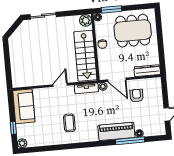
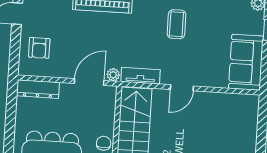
door: (117, 80) -> (89, 82), hinge flipped
armchair: (137, 96) -> (39, 48), moved

